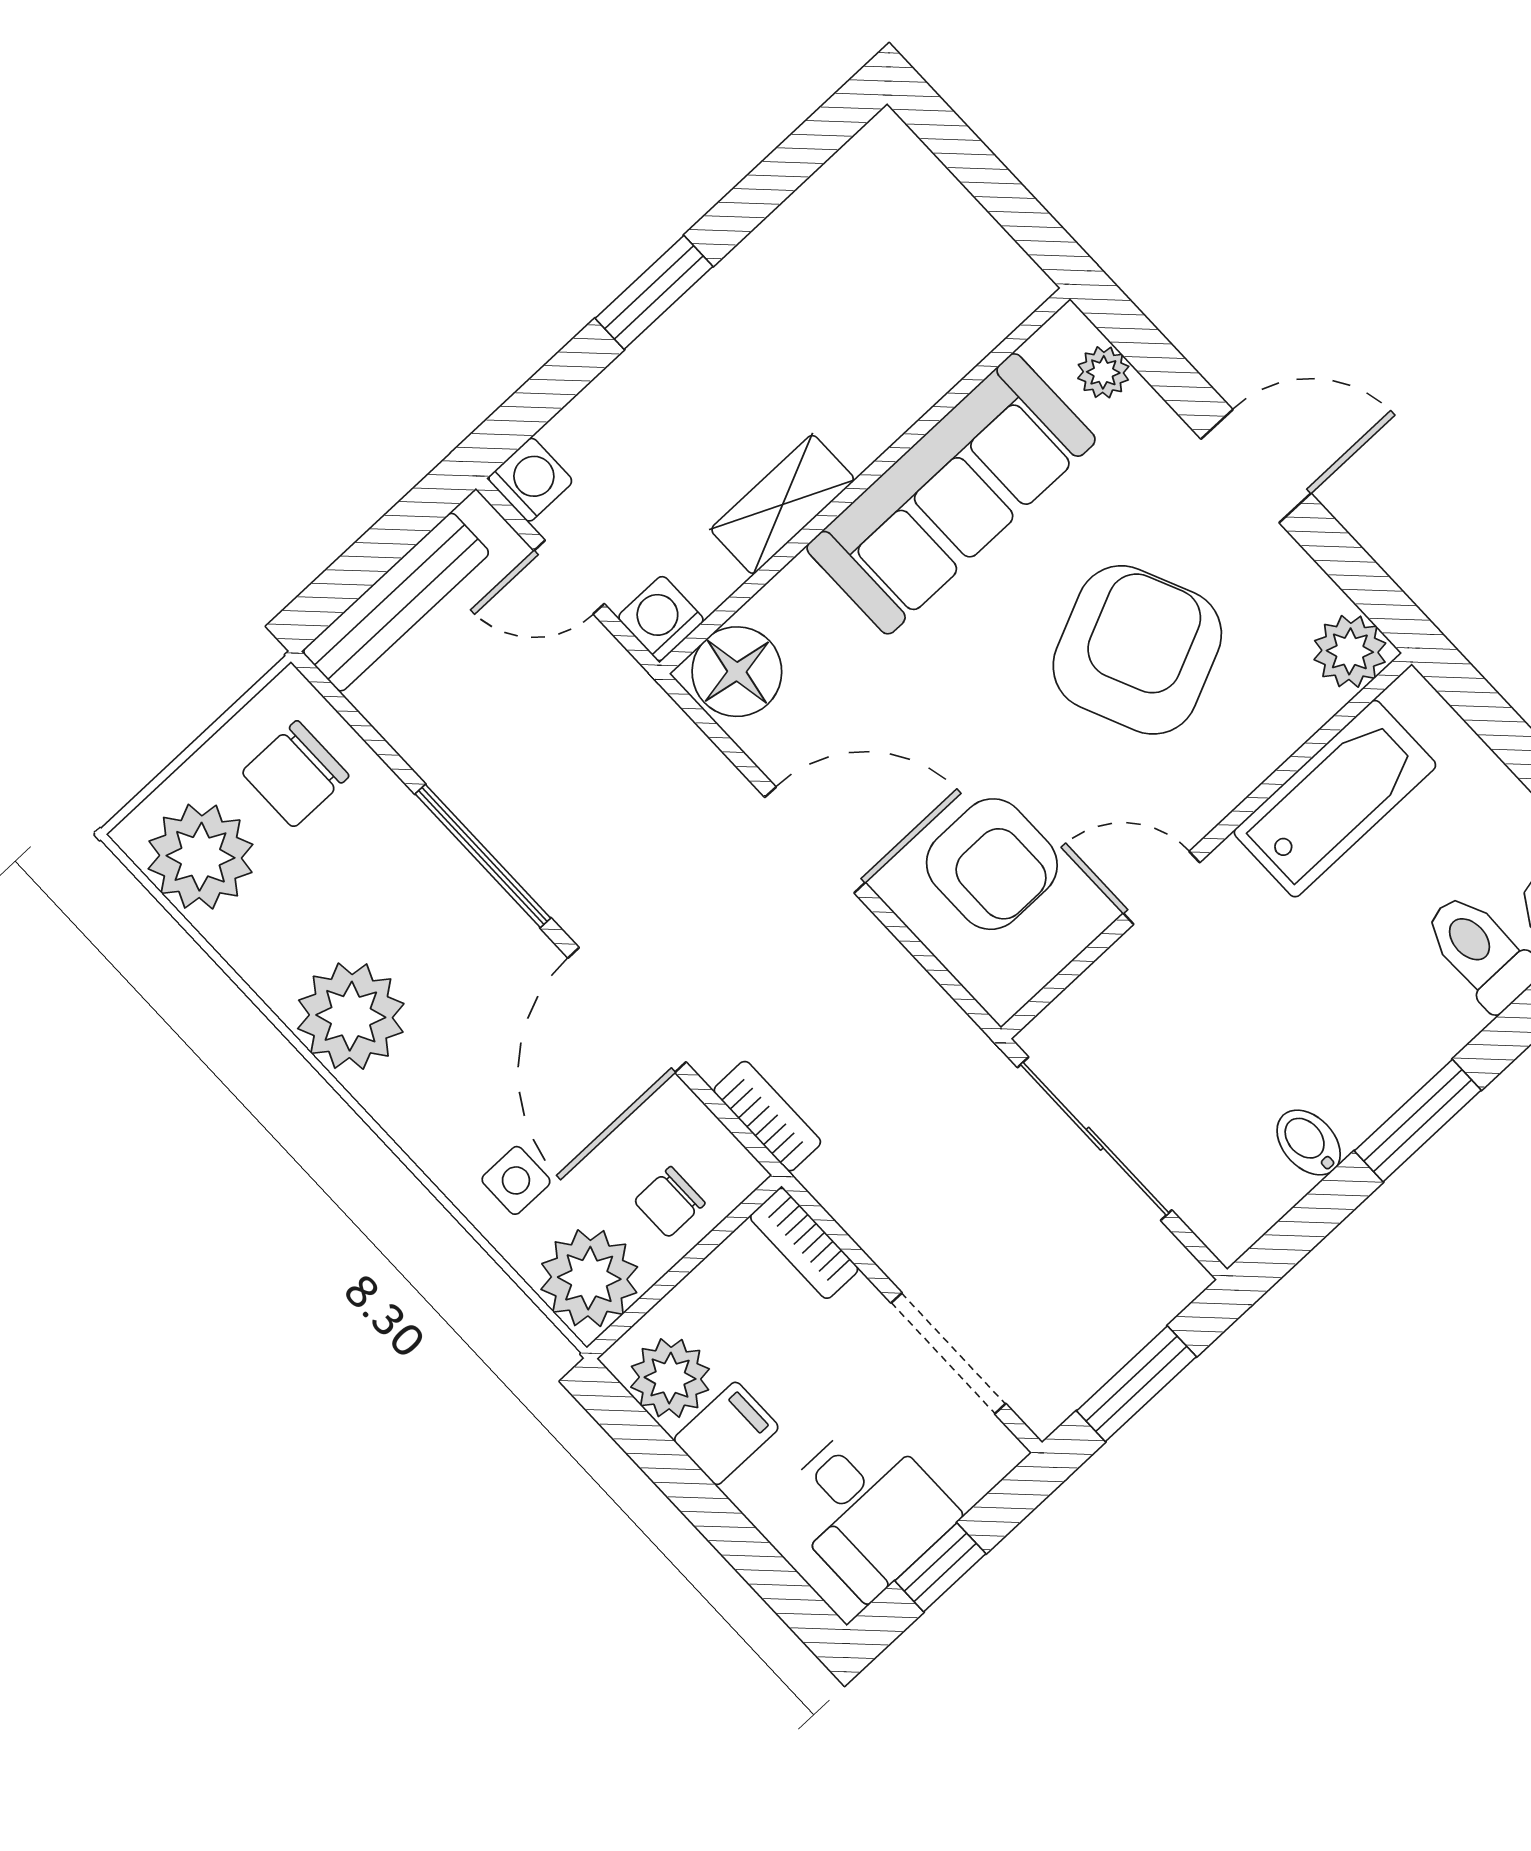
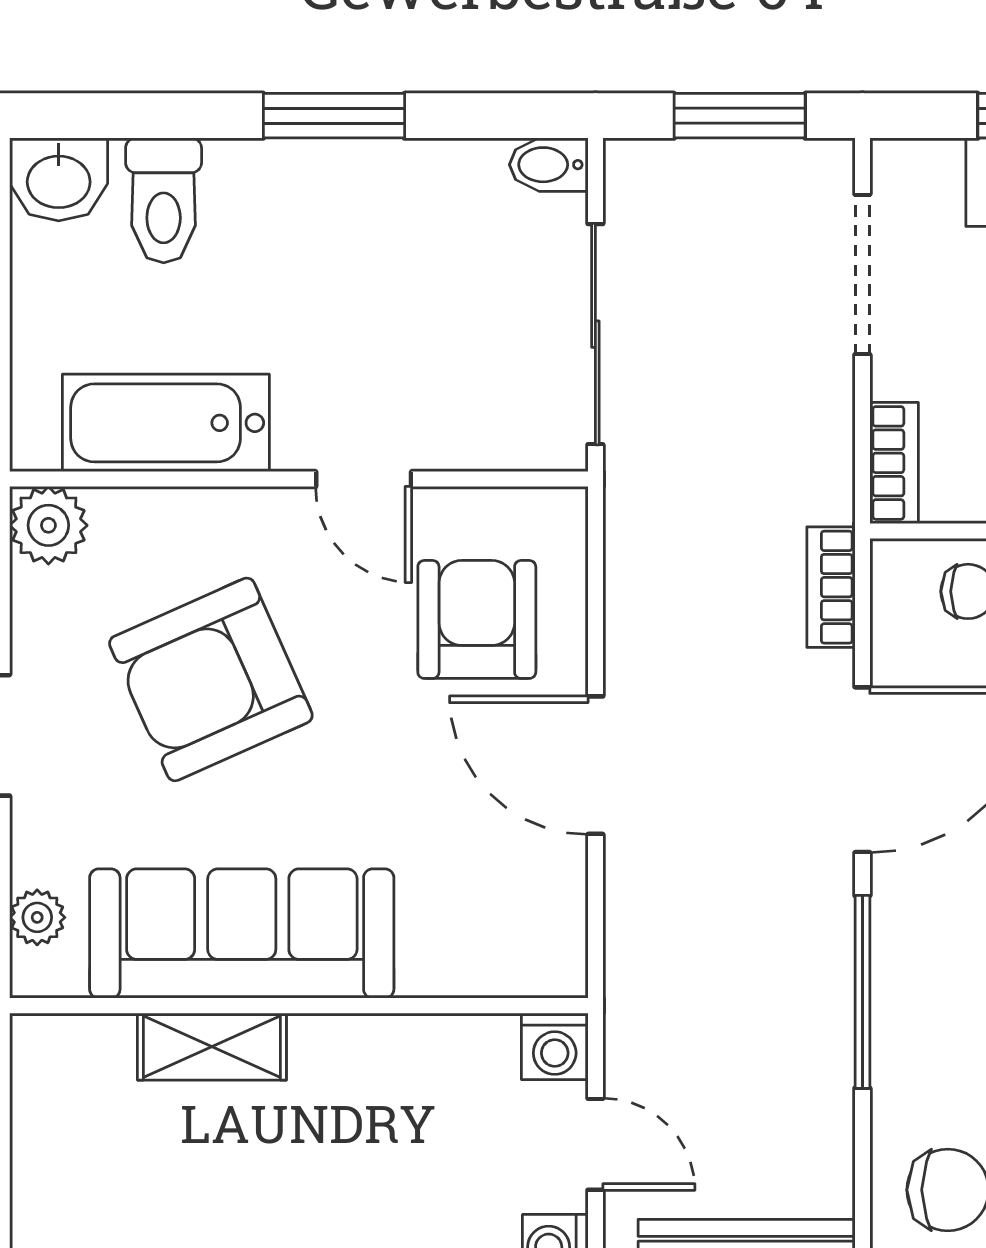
shelving: (783, 504) -> (212, 1047), moved
floor lamp: (737, 672) -> (534, 951), removed
bidet: (1309, 1143) -> (549, 165), moved, turned 90

